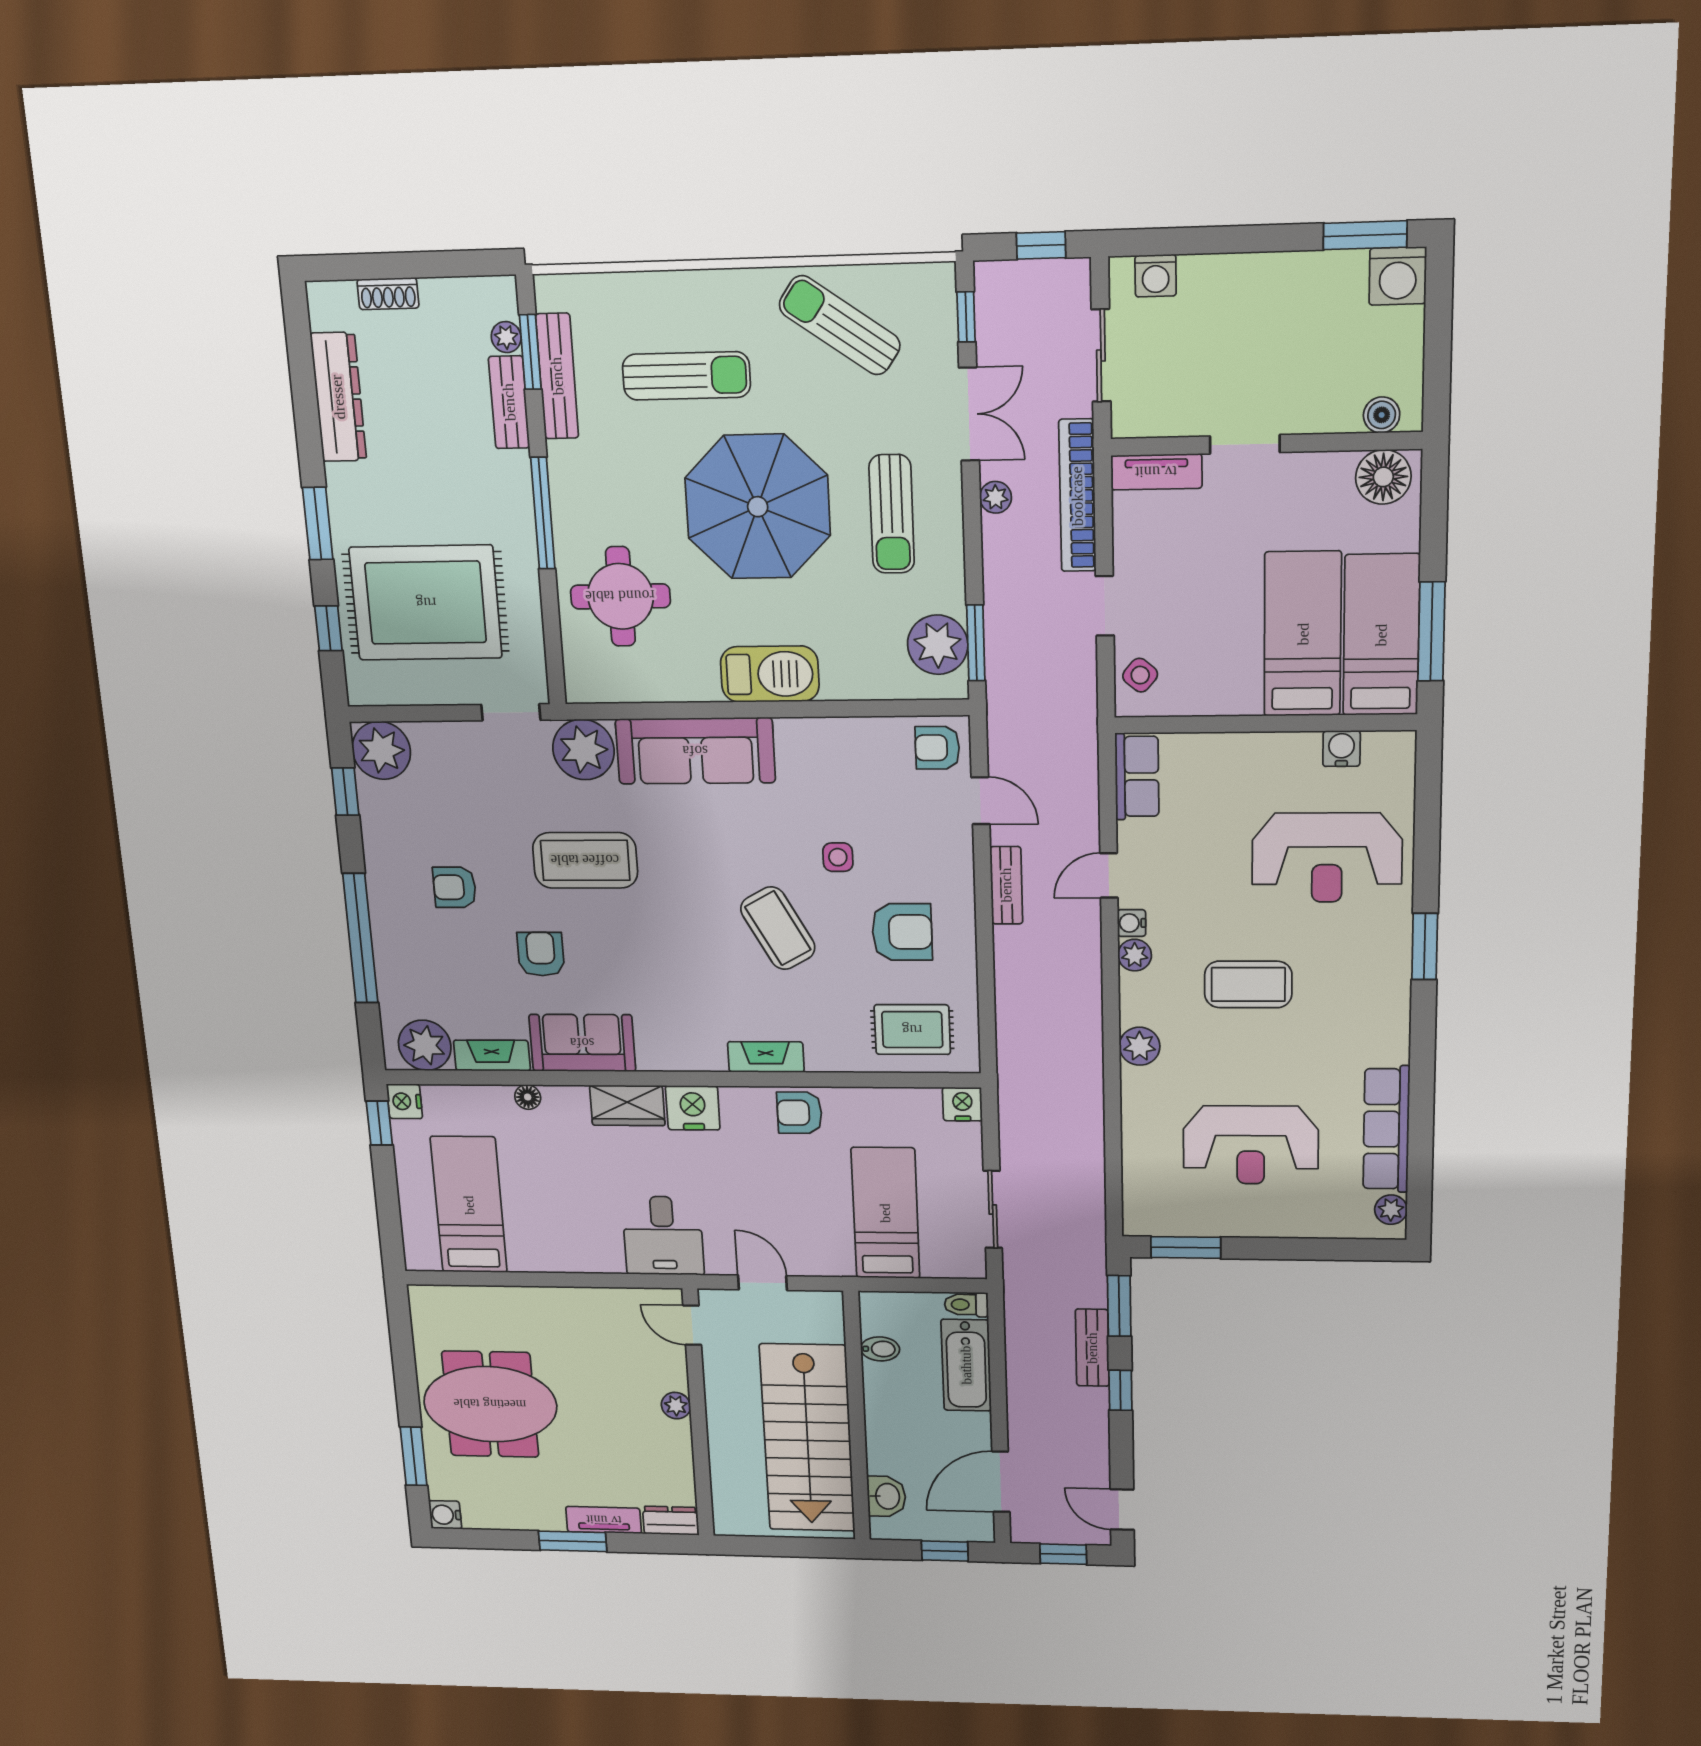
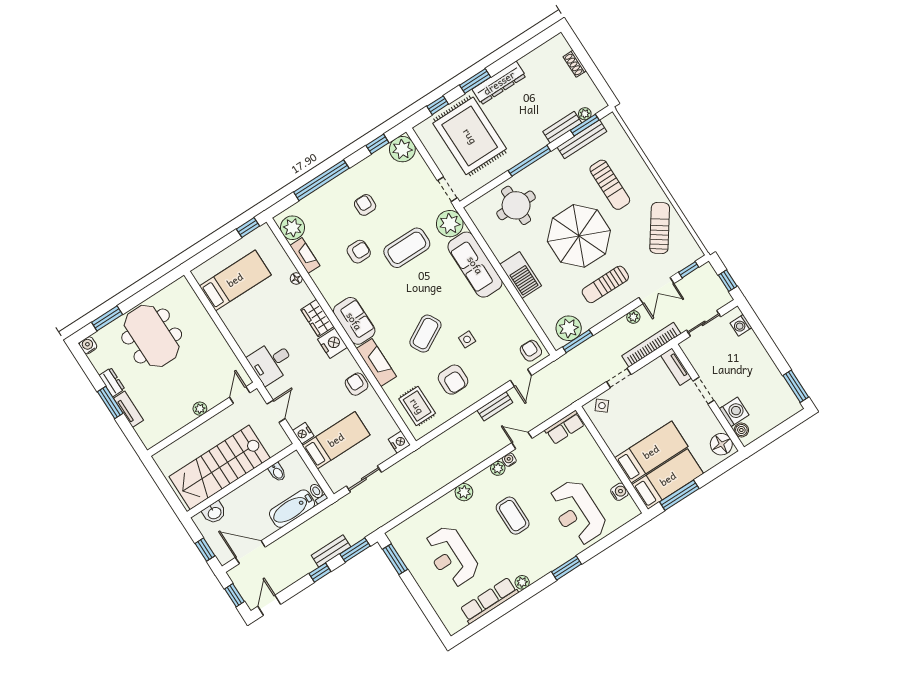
washing machine: (1398, 276) -> (734, 412), moved, turned 180
dresser: (338, 397) -> (499, 83), moved
coffee table: (585, 860) -> (407, 248), turned 90
sofa: (582, 1043) -> (354, 321), moved
fireplace: (766, 1057) -> (376, 363), width x1.37, depth x1.32
nightstand: (404, 1101) -> (303, 433), moved, turned -90
plant: (1391, 1210) -> (522, 582), moved
dresser: (671, 1521) -> (112, 382), moved

